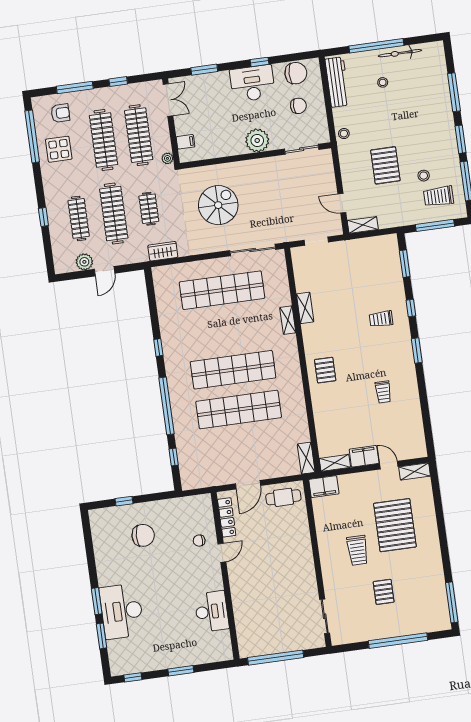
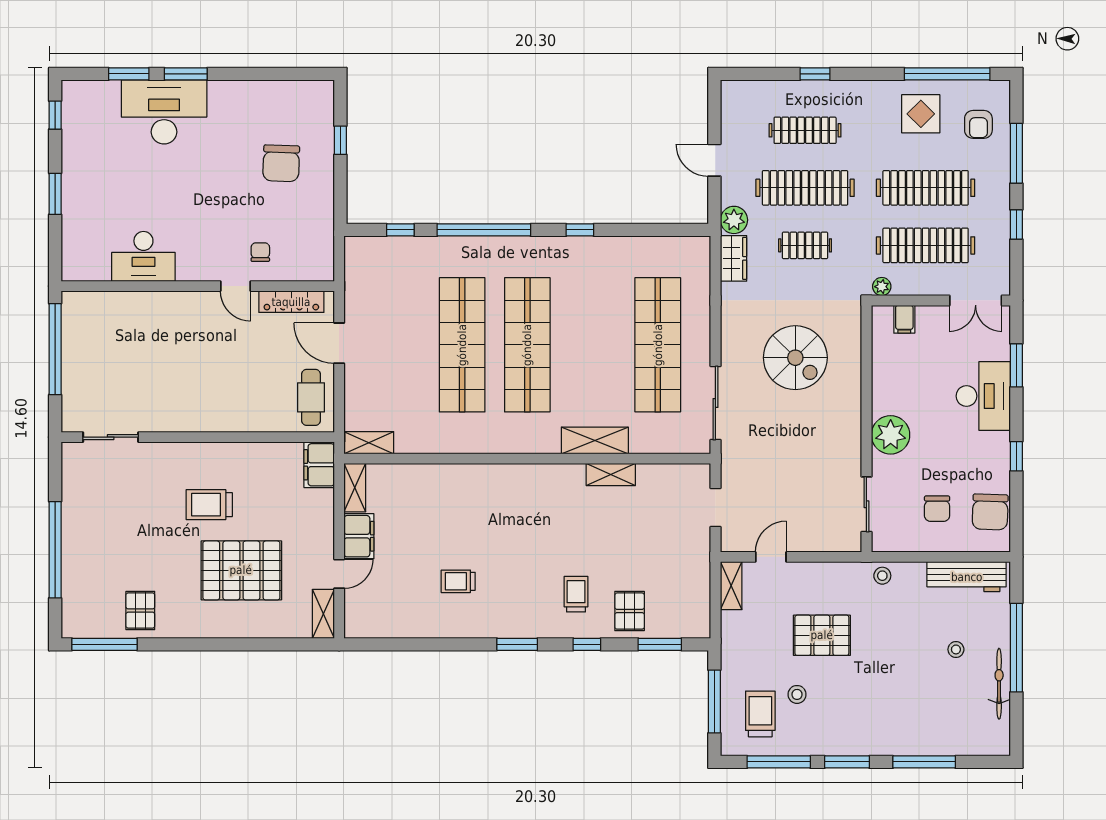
desk: (252, 83) -> (983, 396), moved
plant: (84, 262) -> (734, 220), moved
shelving: (288, 320) -> (595, 440), width x1.50, depth x1.33
pallet: (325, 370) -> (630, 611), moved, turned 90
pallet: (384, 592) -> (140, 611), moved, turned 90

